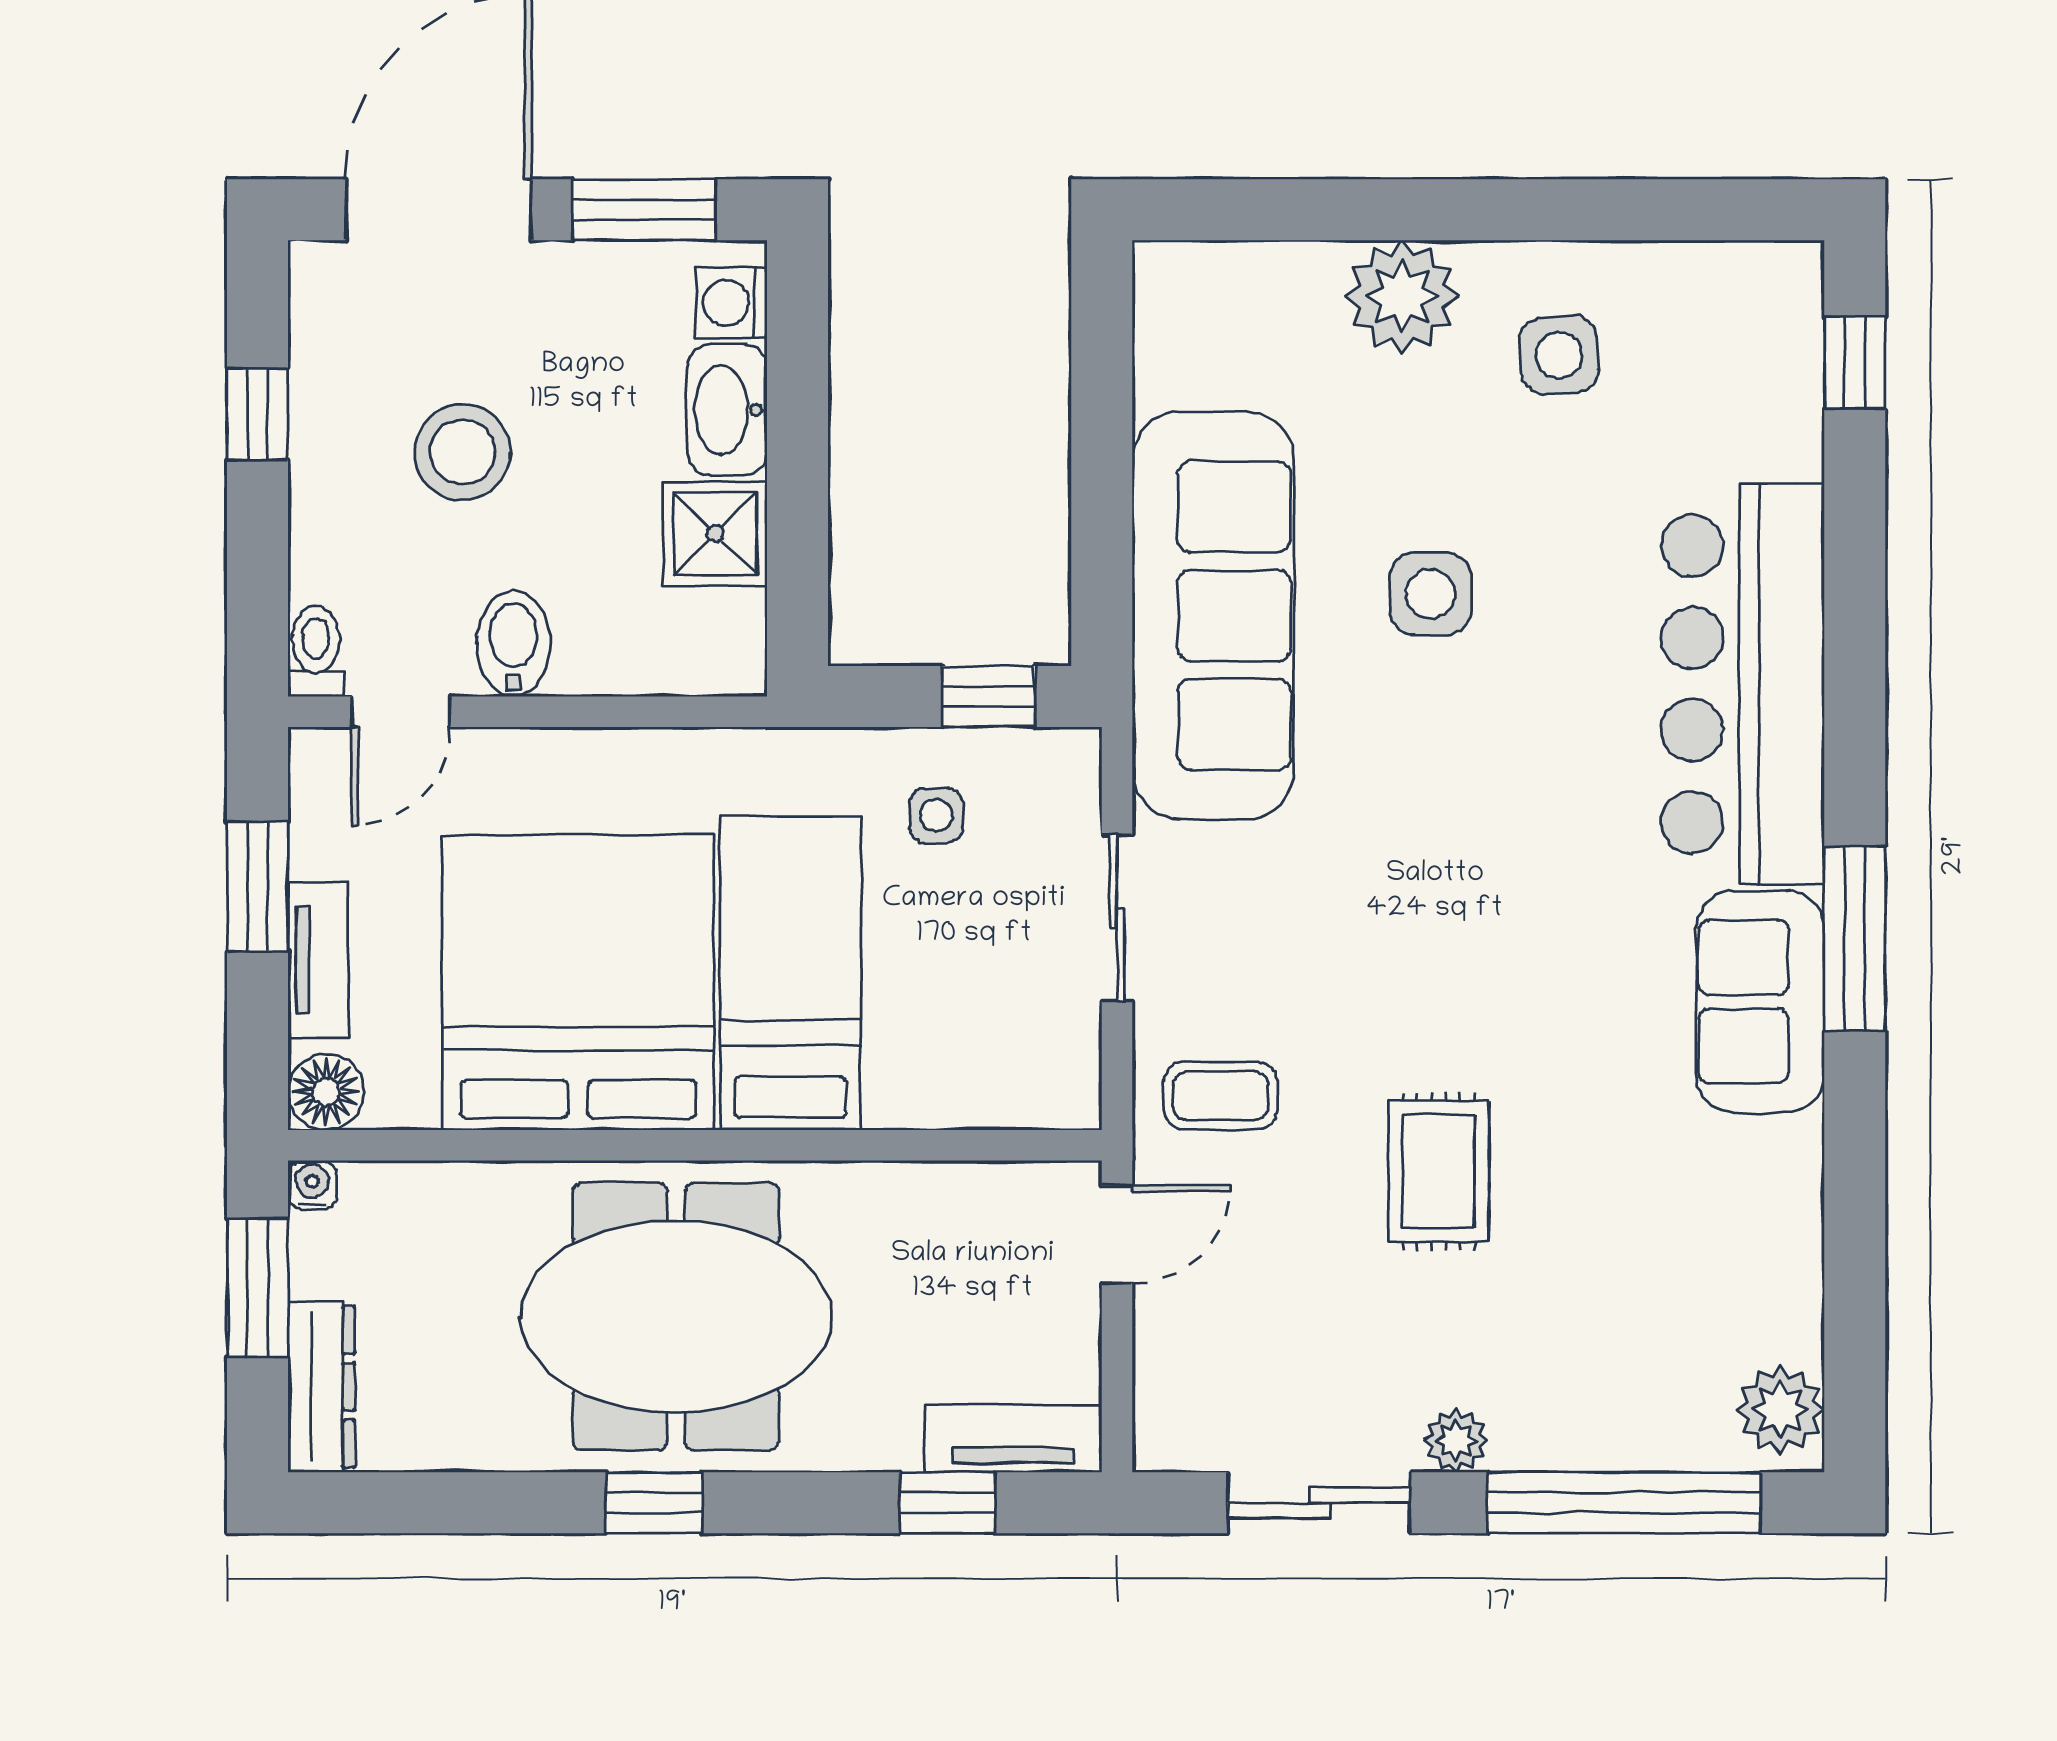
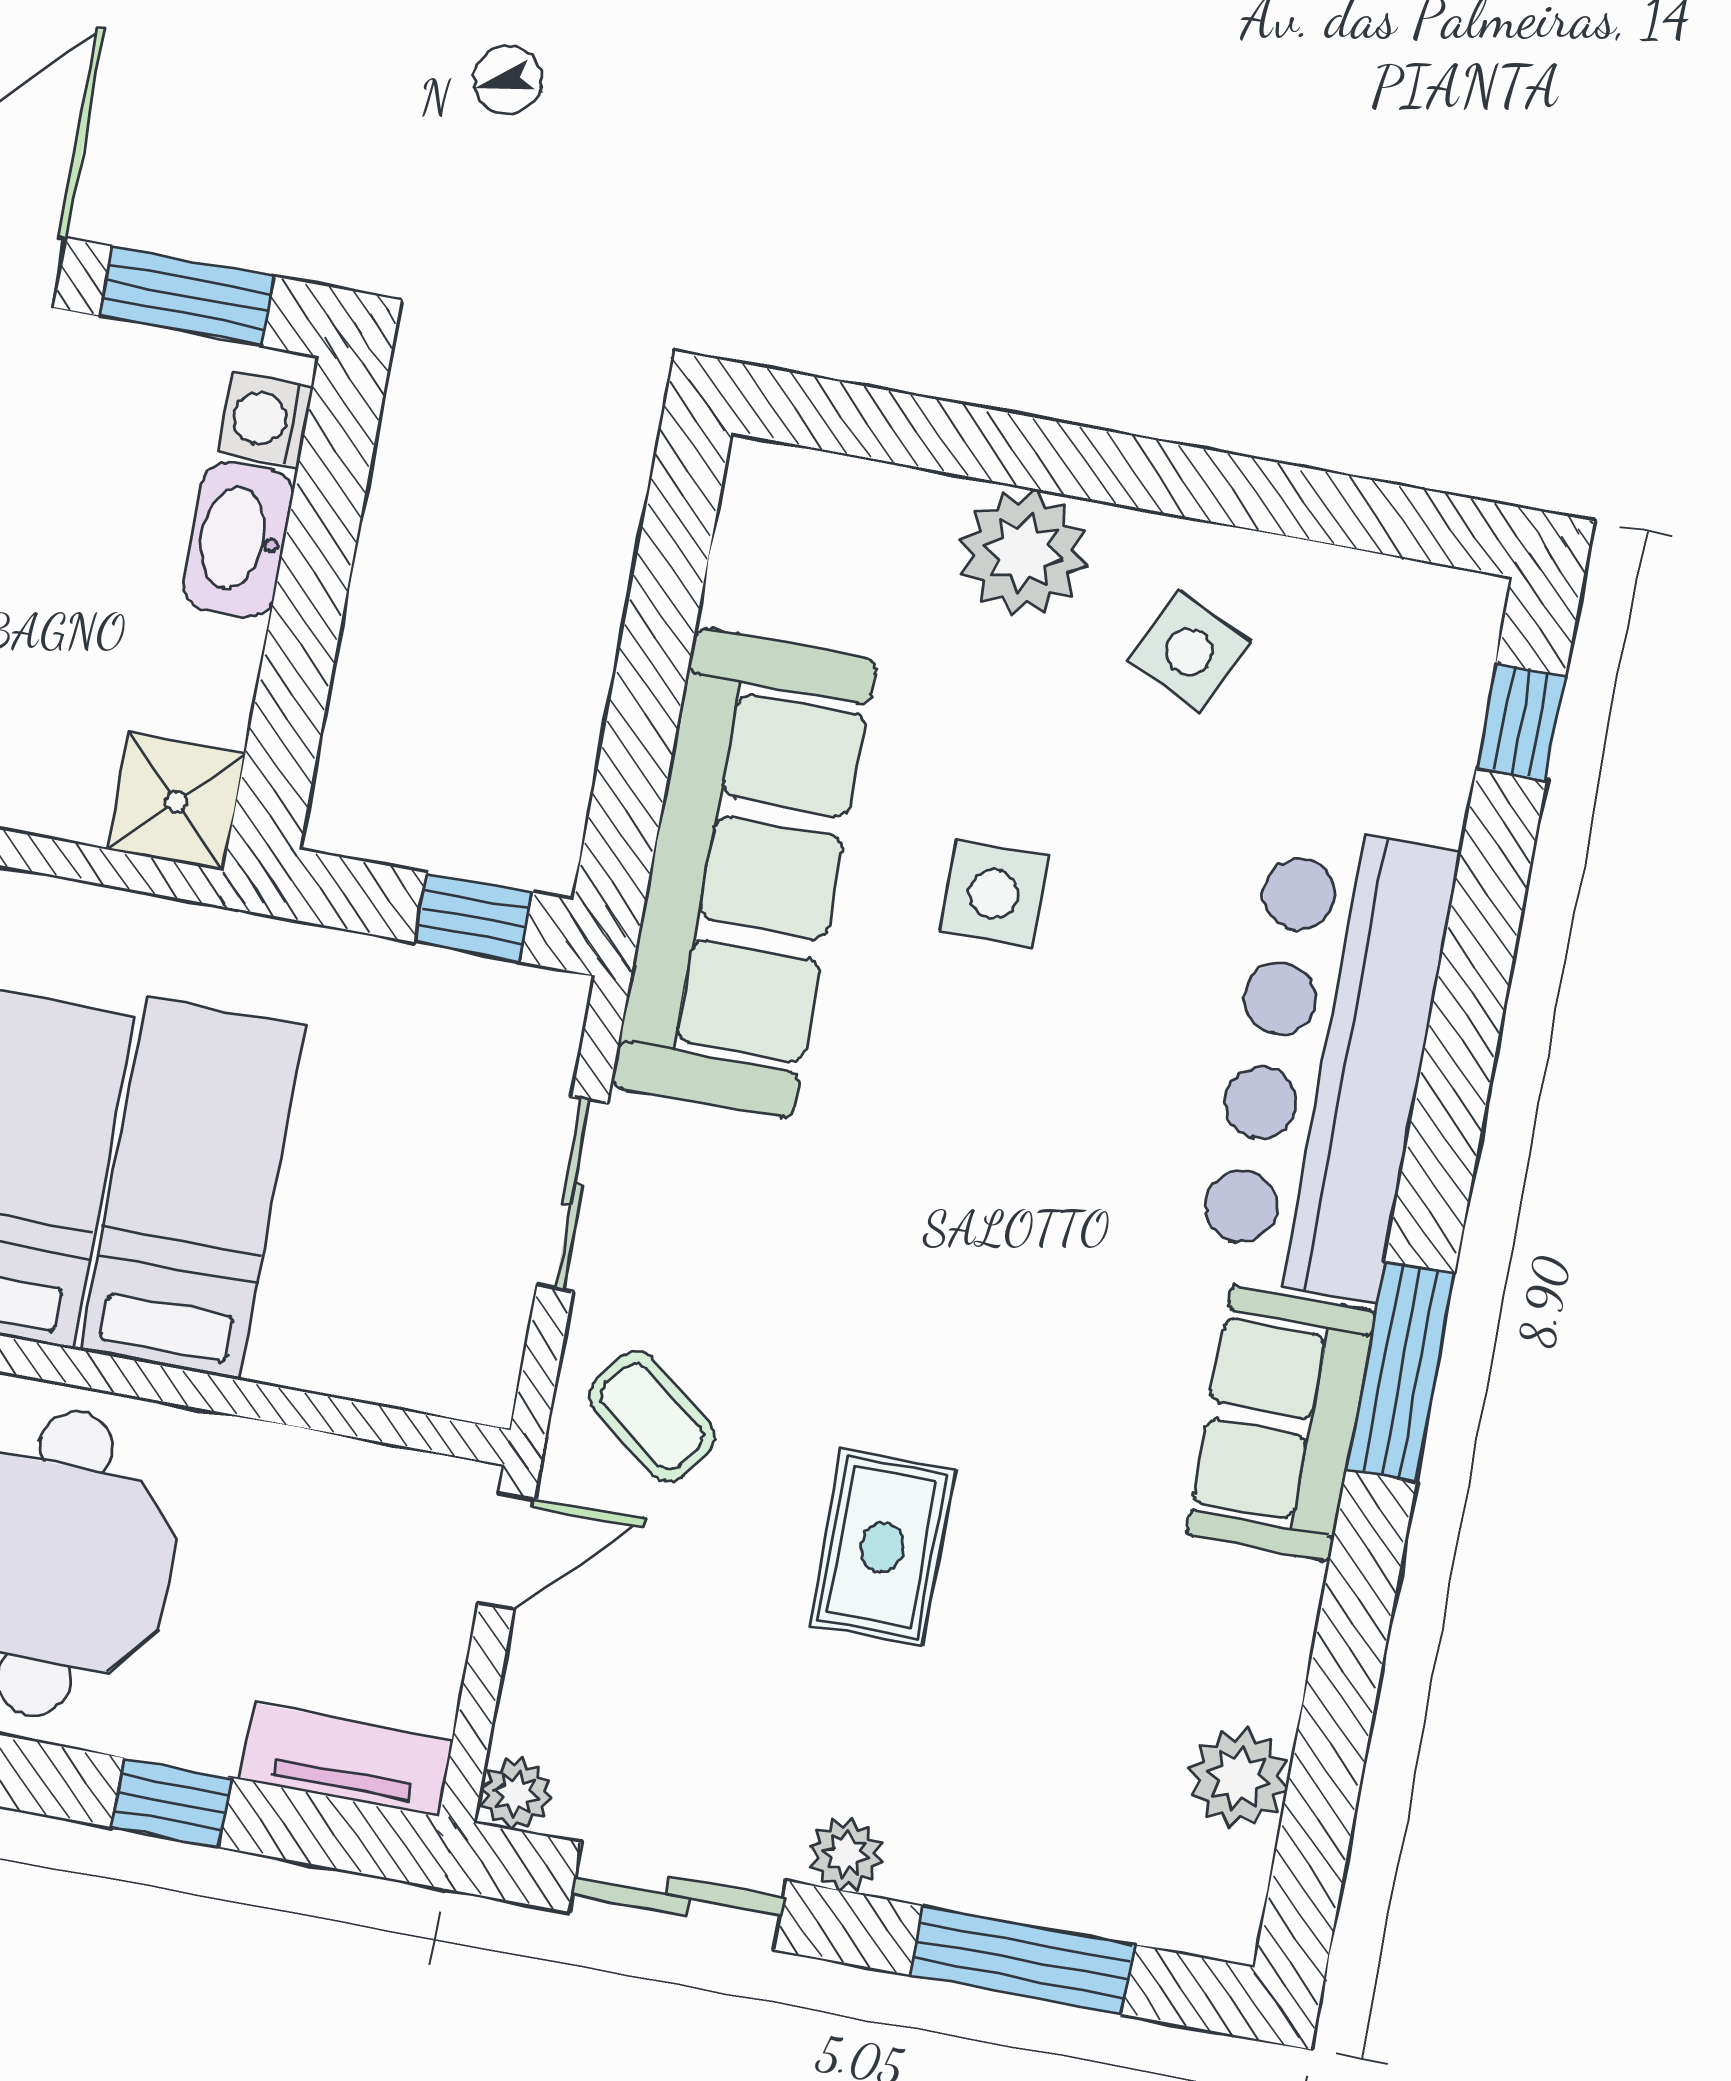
side table: (1559, 355) -> (1189, 651), turned 30
shower: (715, 534) -> (176, 802), moved
side table: (936, 815) -> (390, 1040), removed
coffee table: (1221, 1096) -> (652, 1416), turned 38
plant: (1780, 1410) -> (1238, 1778), moved
plant: (1164, 1441) -> (516, 1794), added
window: (947, 1503) -> (171, 1802), moved
window: (1624, 1503) -> (1022, 1960), width x0.68

